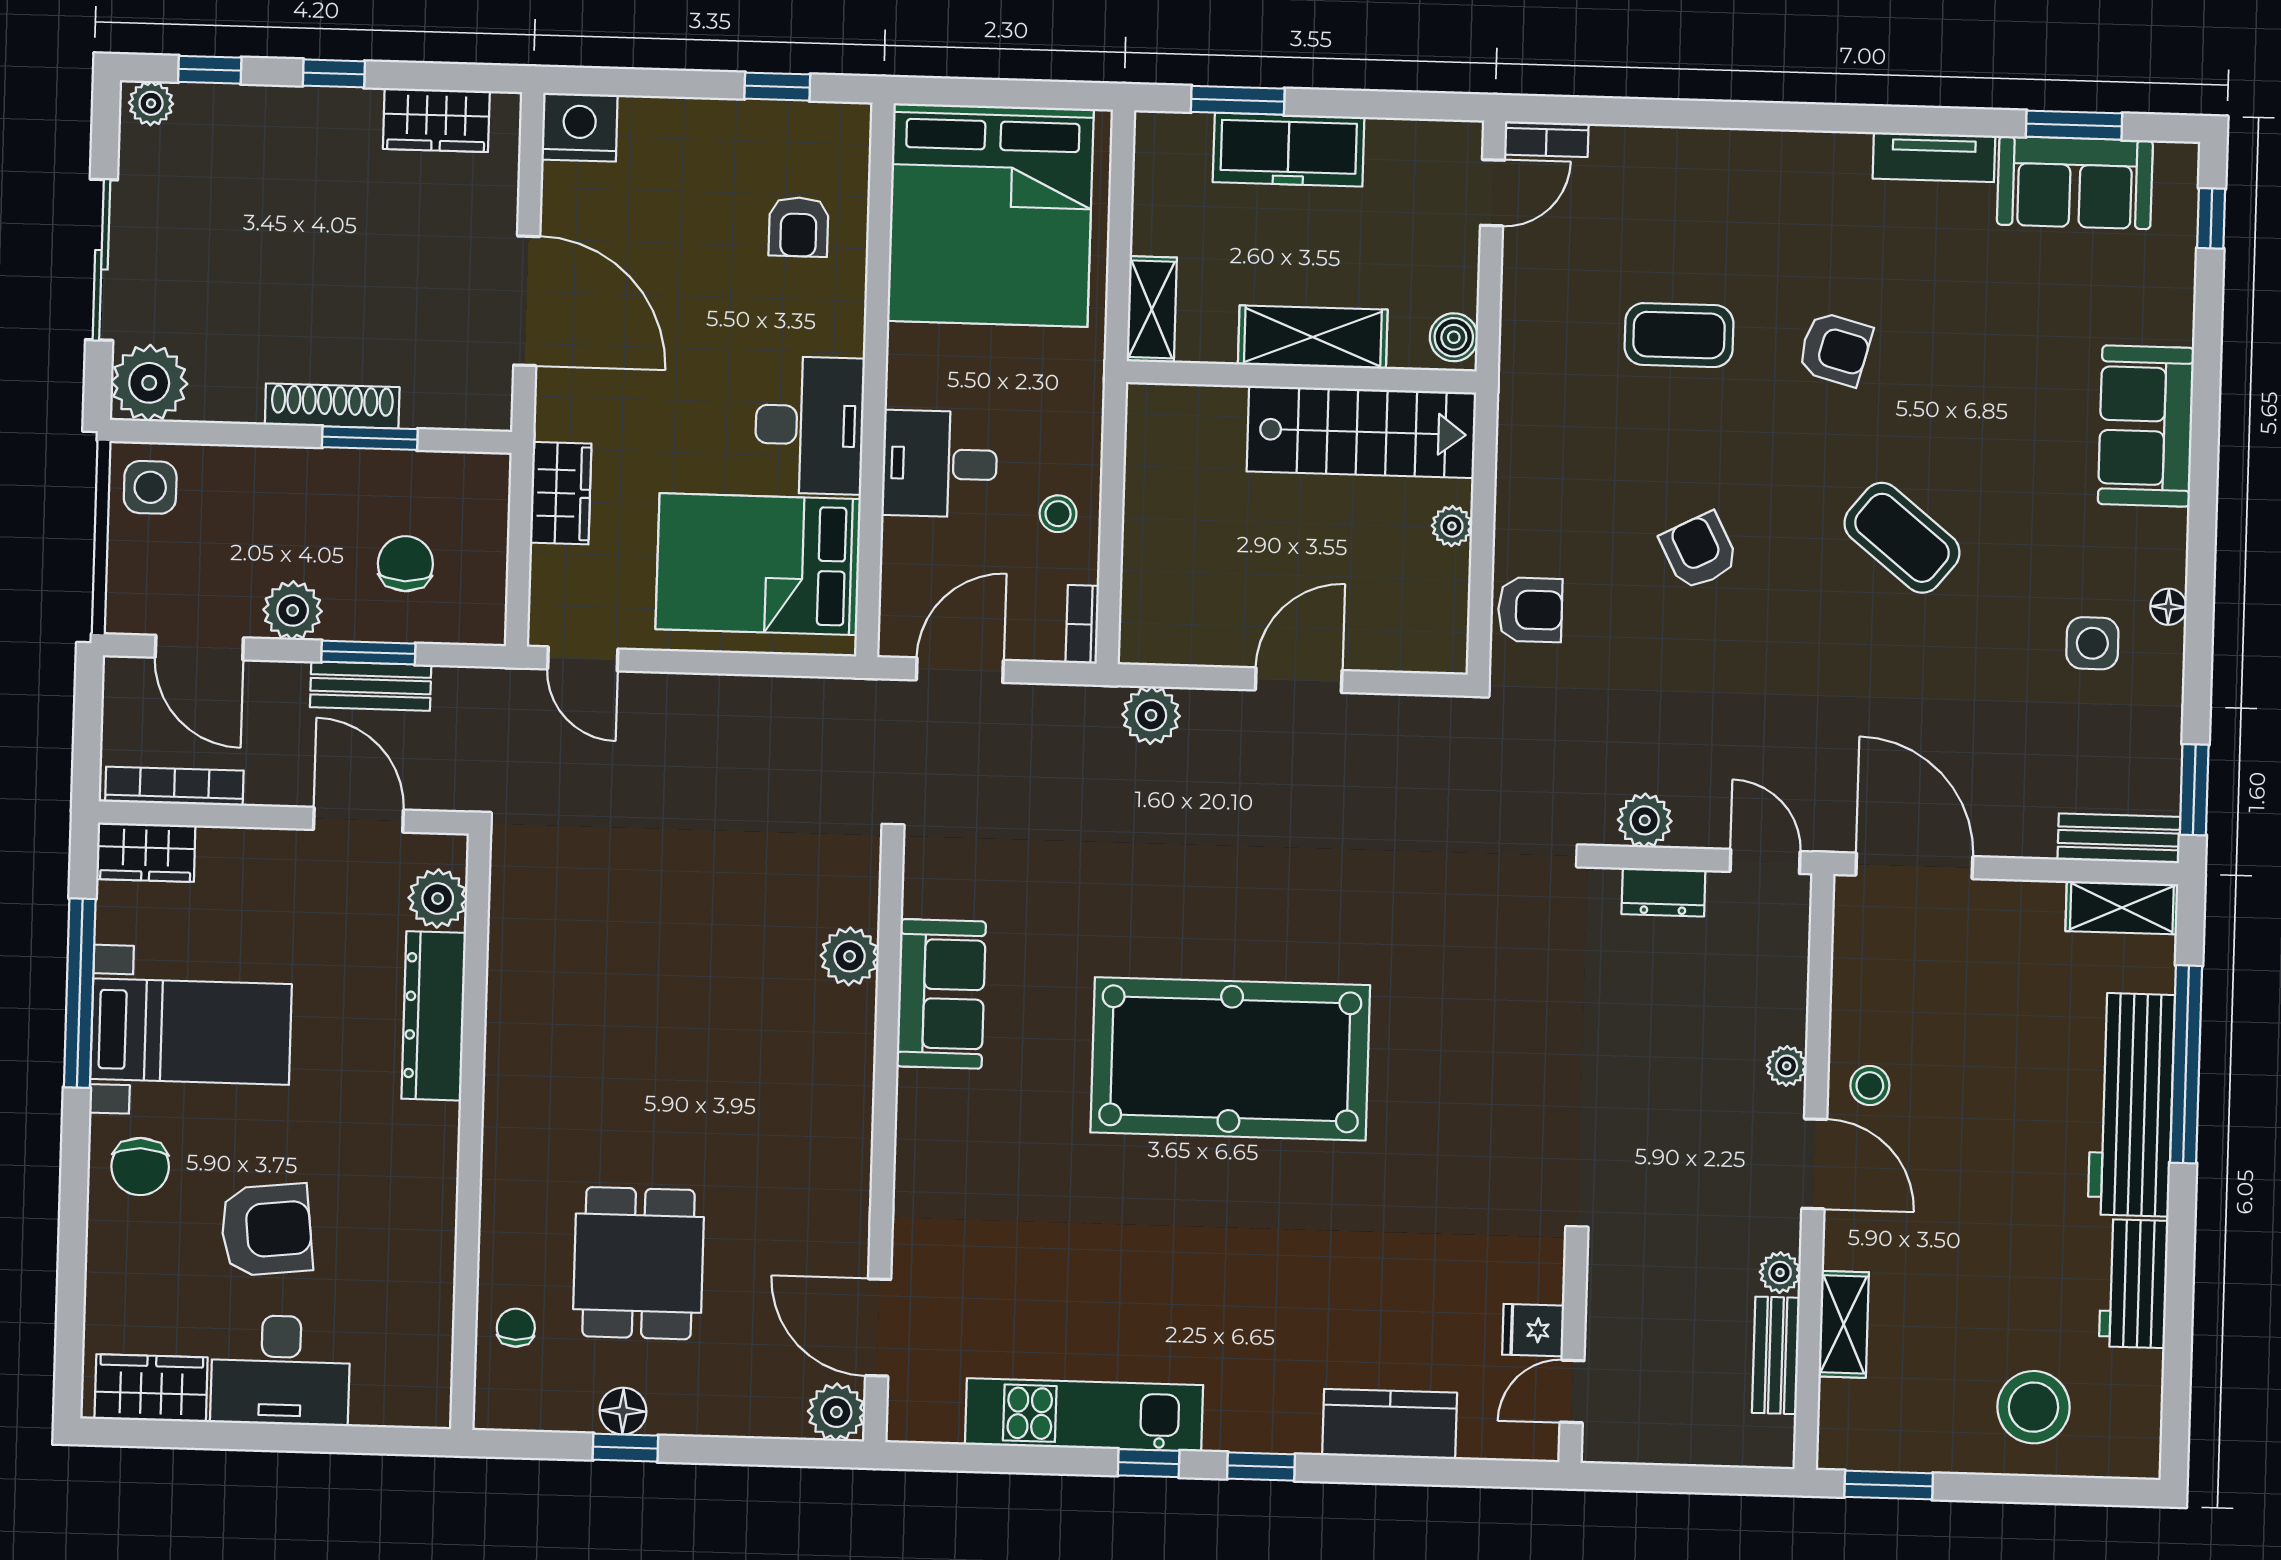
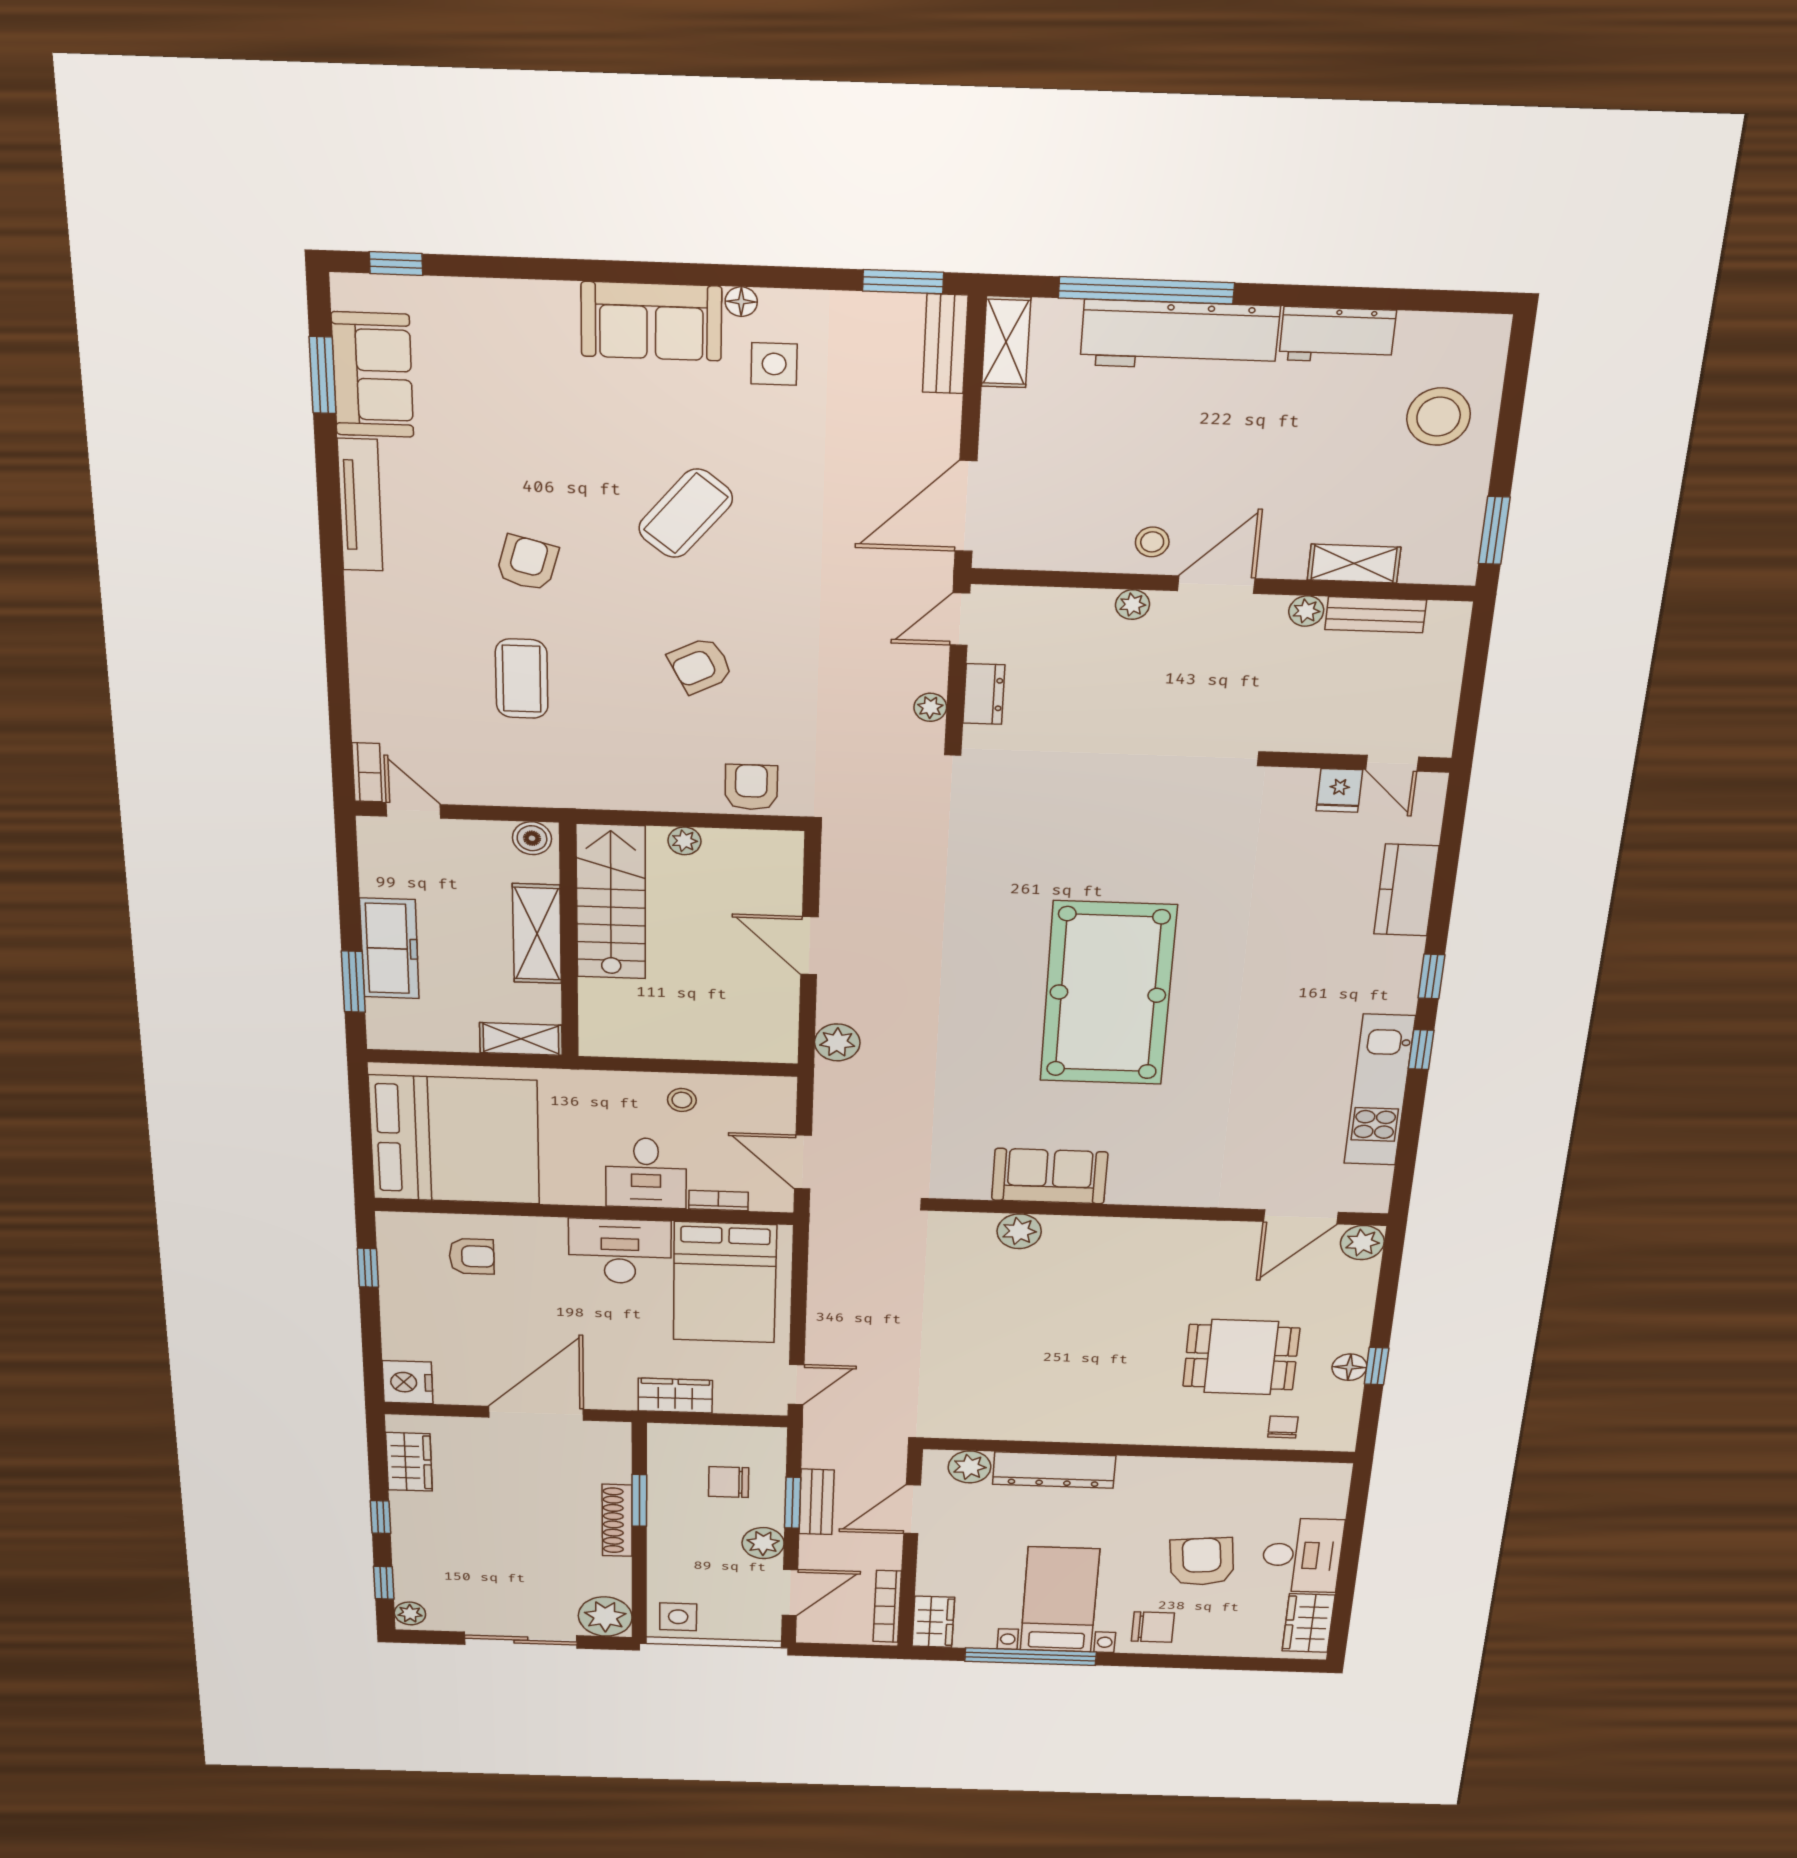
tv unit: (1934, 157) -> (360, 505), width x1.41
sofa: (2146, 426) -> (651, 321), moved
bookcase: (1082, 624) -> (719, 1201), moved, turned 180
plant: (1645, 820) -> (930, 707), width x0.73, depth x0.73
chair: (516, 1328) -> (1283, 1427), turned 90

